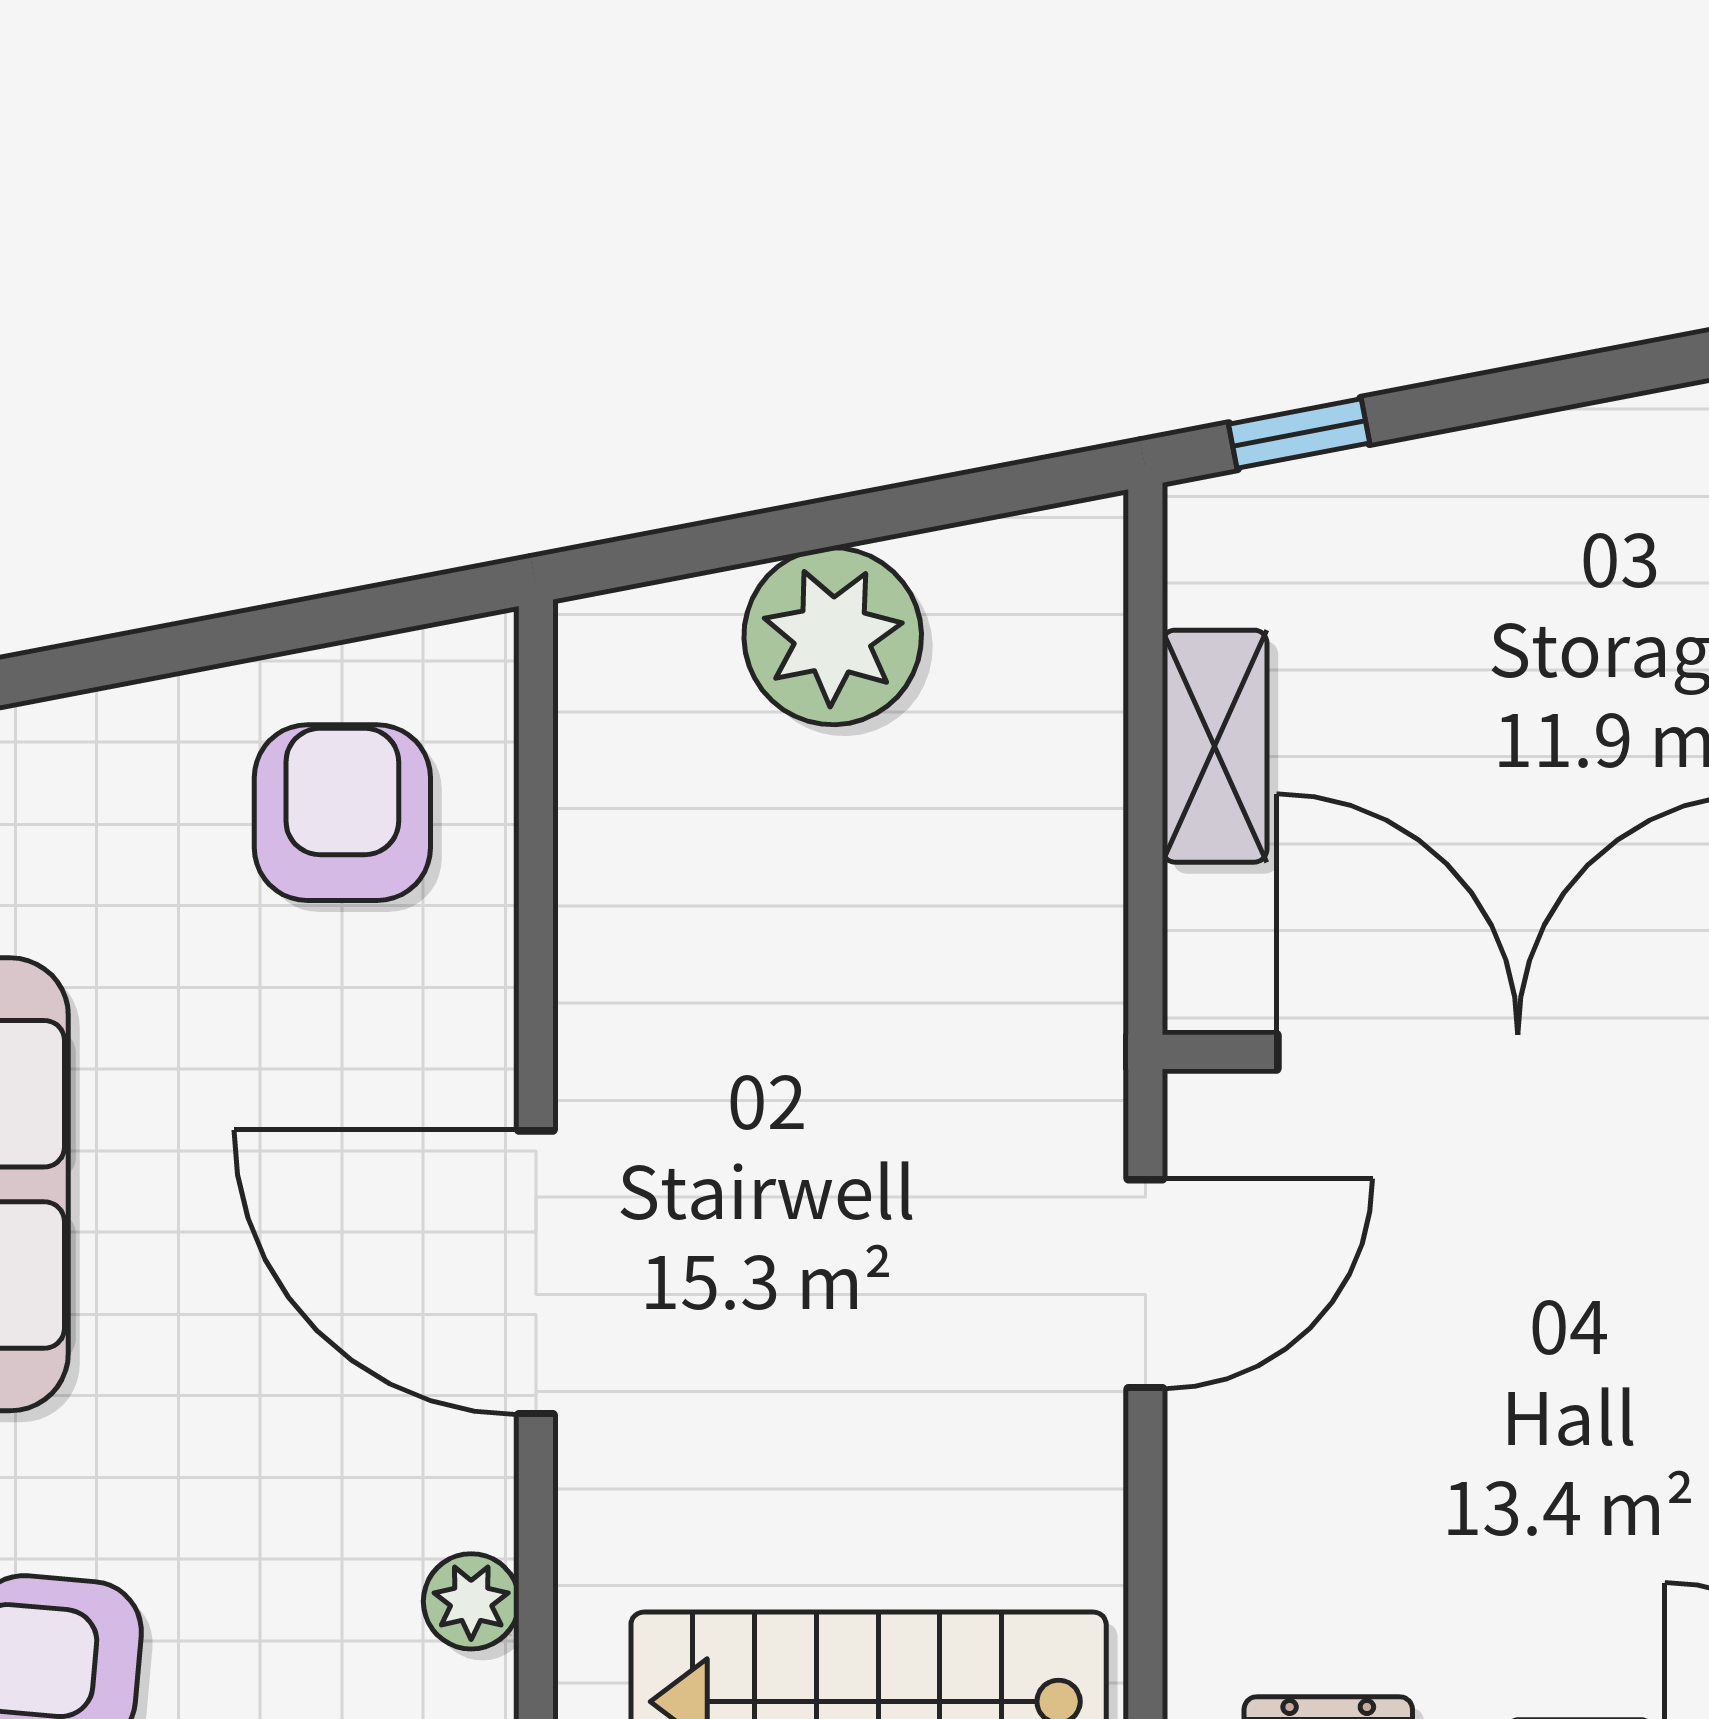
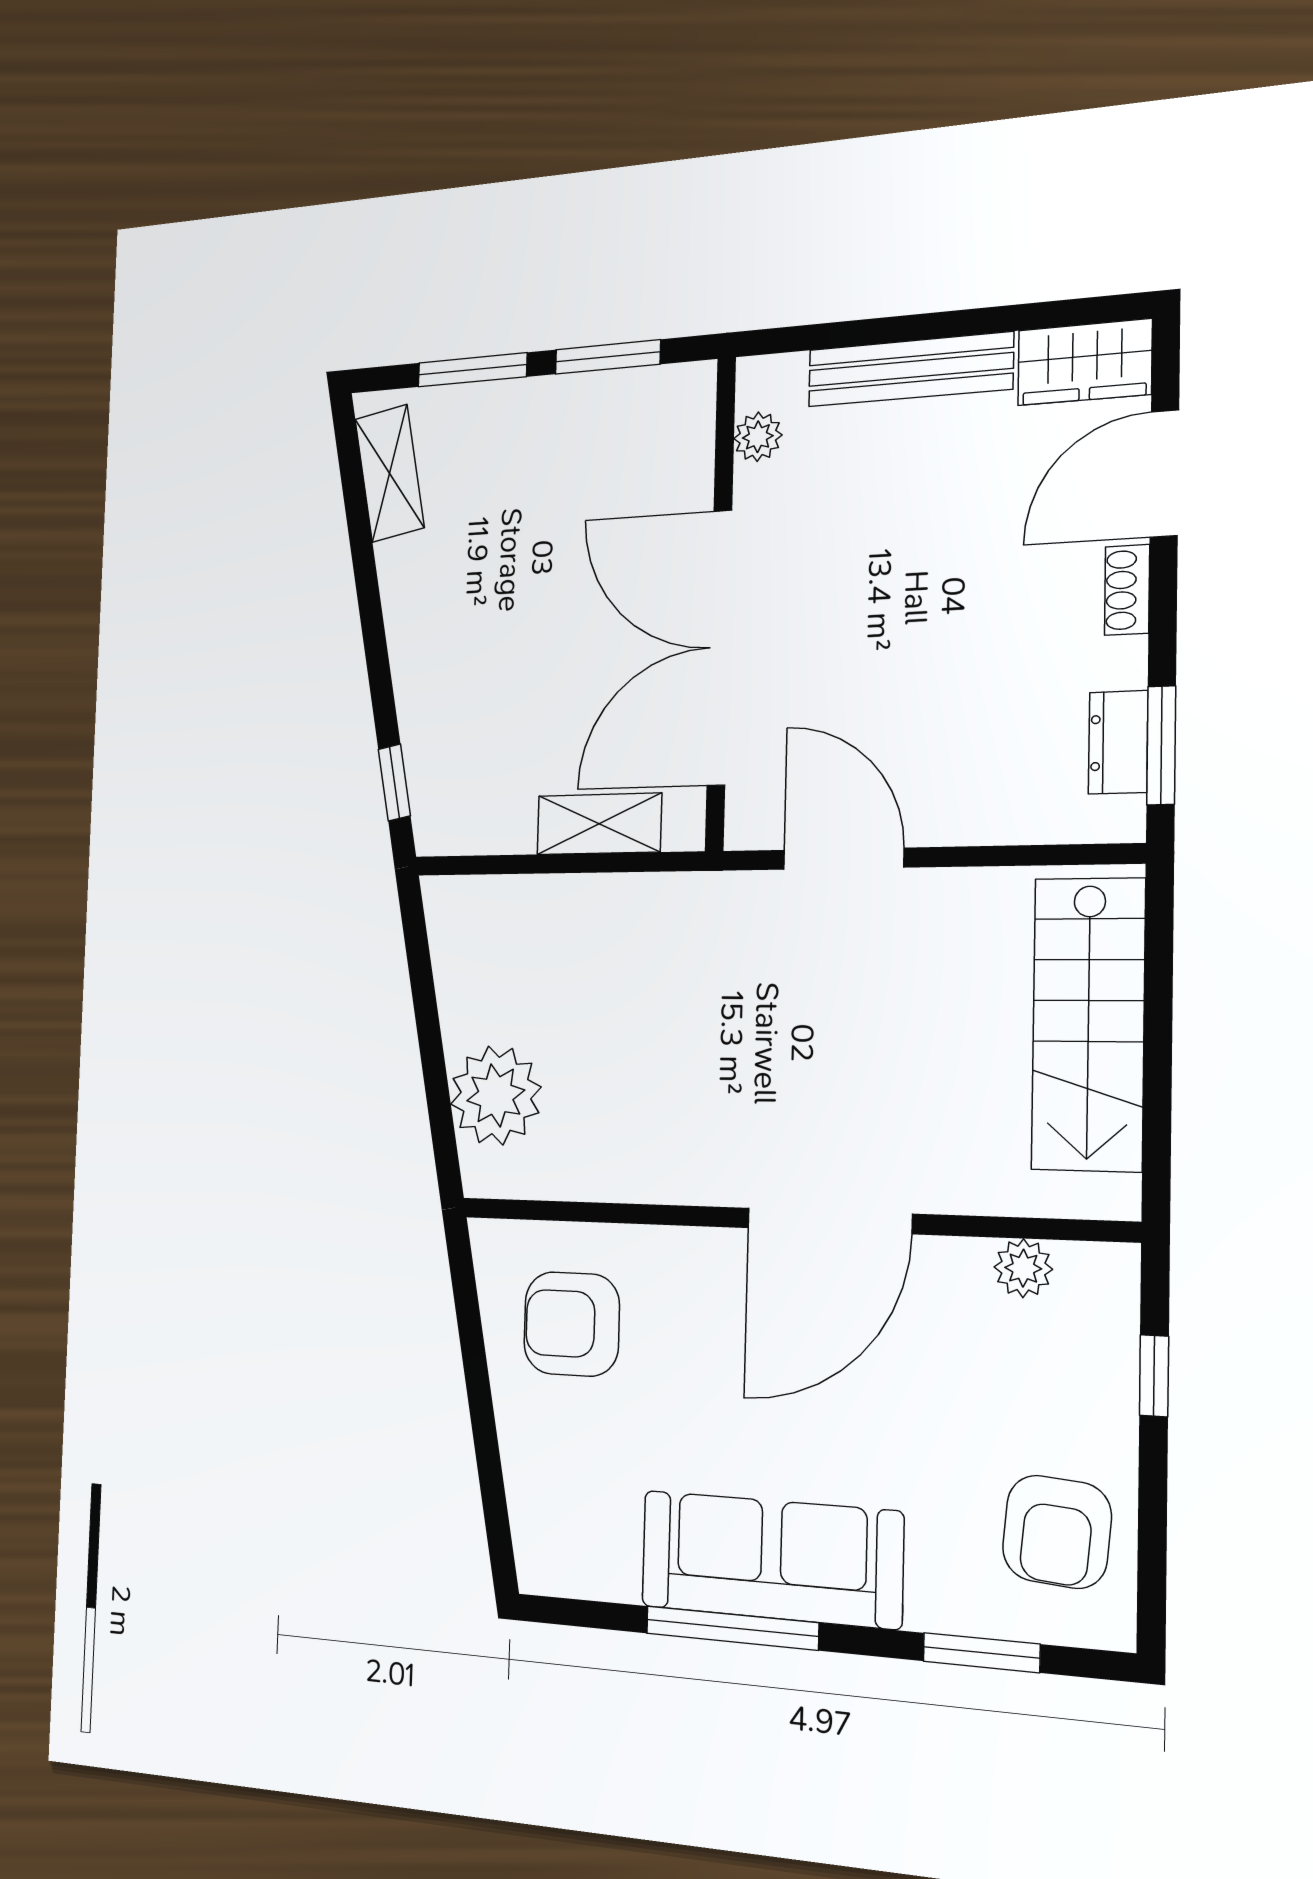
plant: (833, 636) -> (496, 1095), moved
shelving: (1215, 746) -> (599, 824), moved

